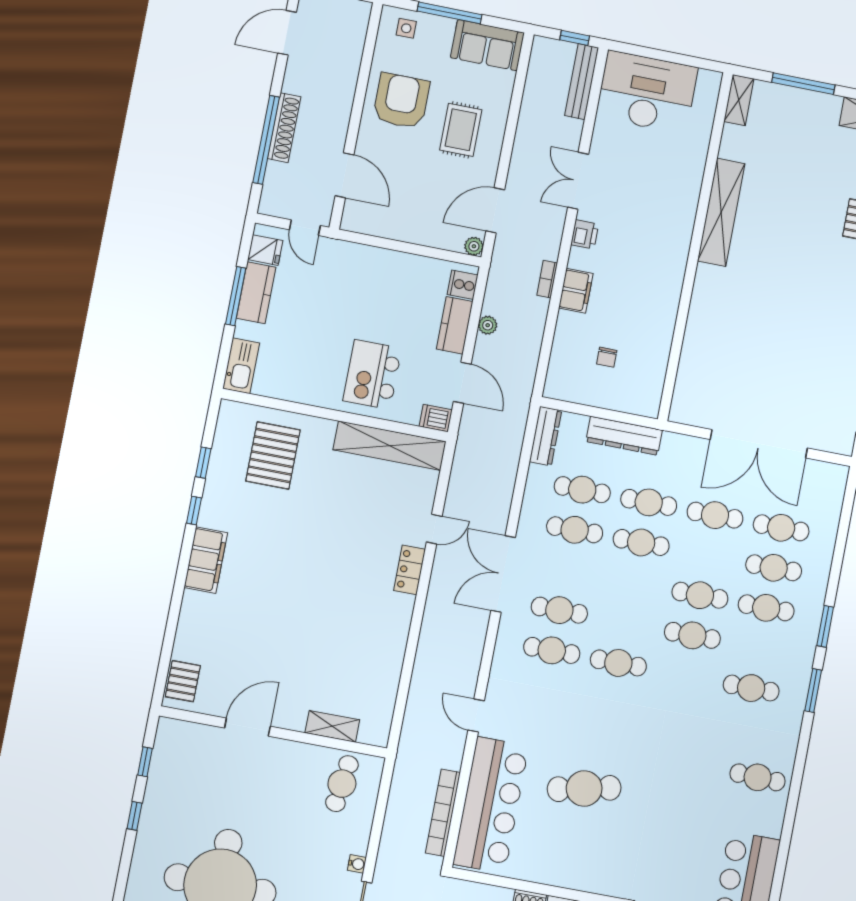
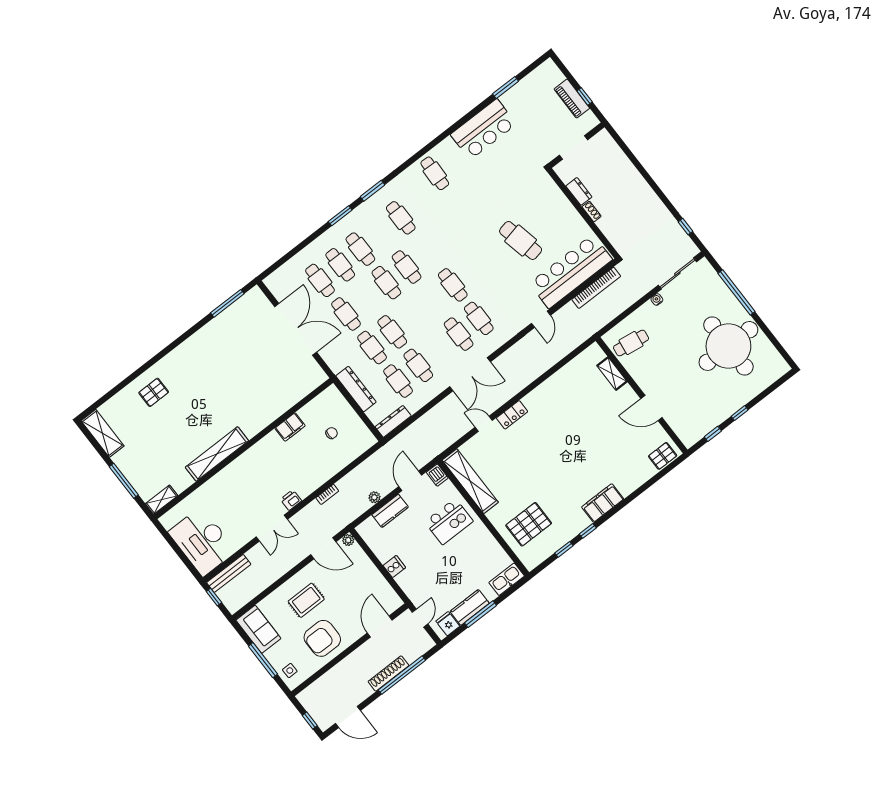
cooker: (463, 285) -> (394, 567), moved, turned -90
filing cabinet: (576, 291) -> (290, 427), moved, turned 180

